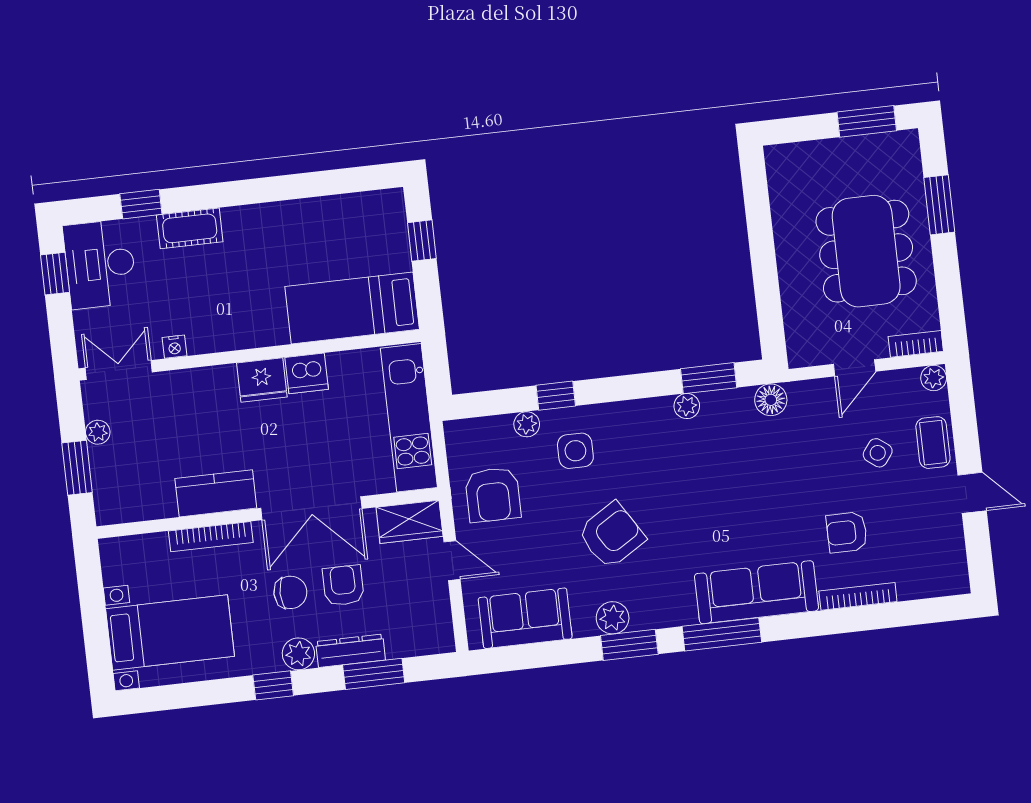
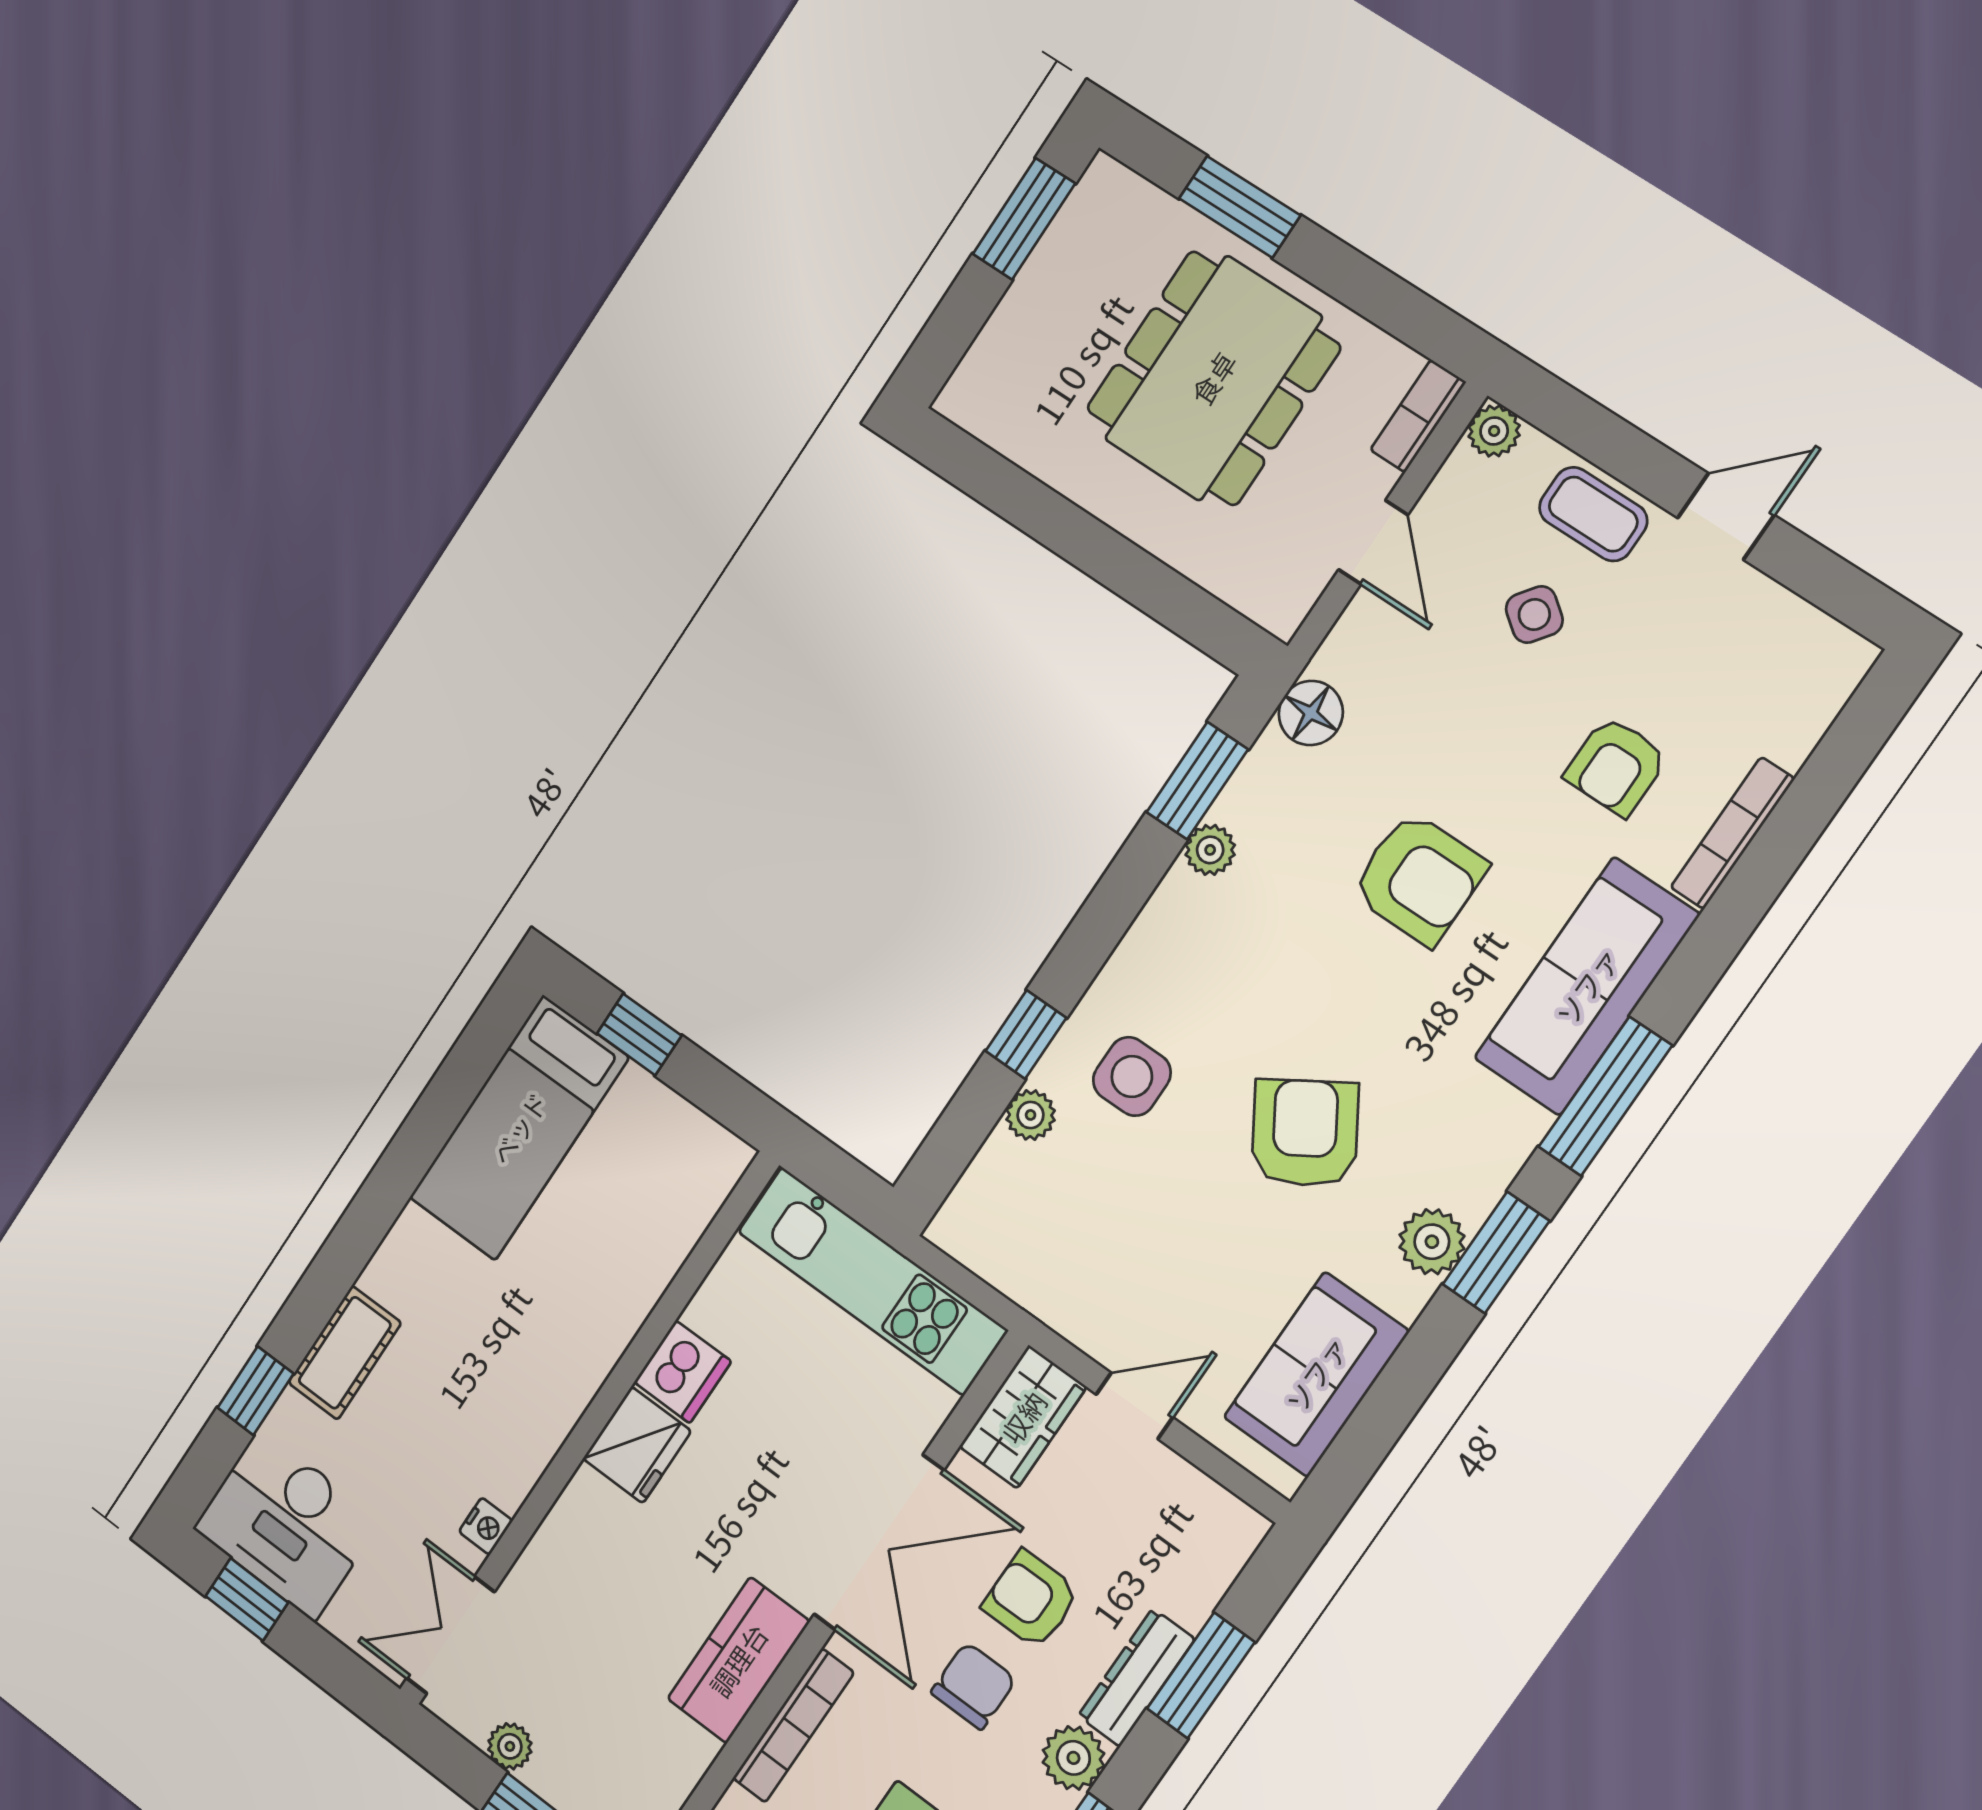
dining table: (866, 251) -> (1213, 378), turned 90
bed: (352, 308) -> (519, 1128), moved
armchair: (493, 495) -> (1419, 878), moved

